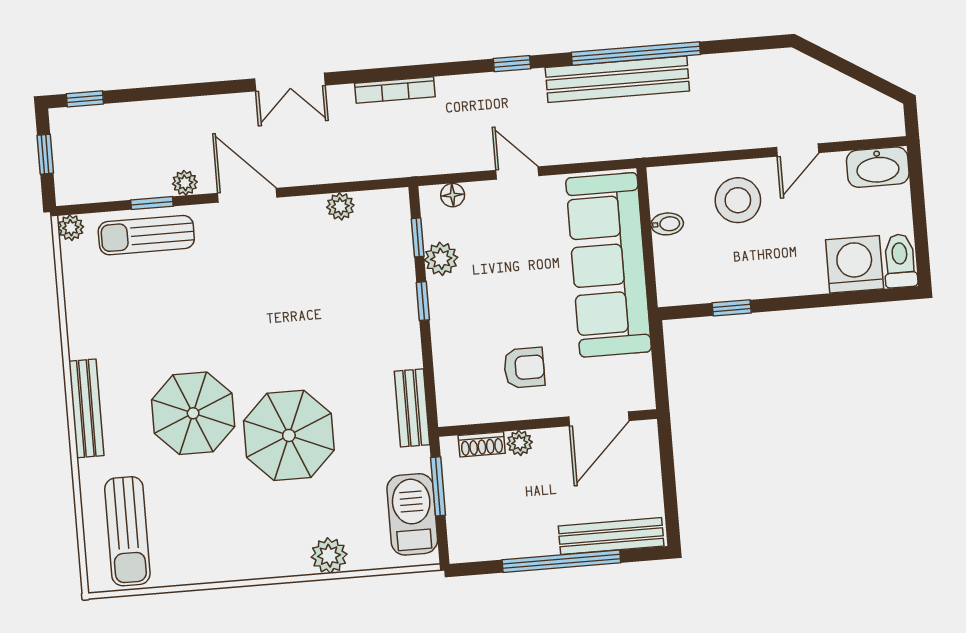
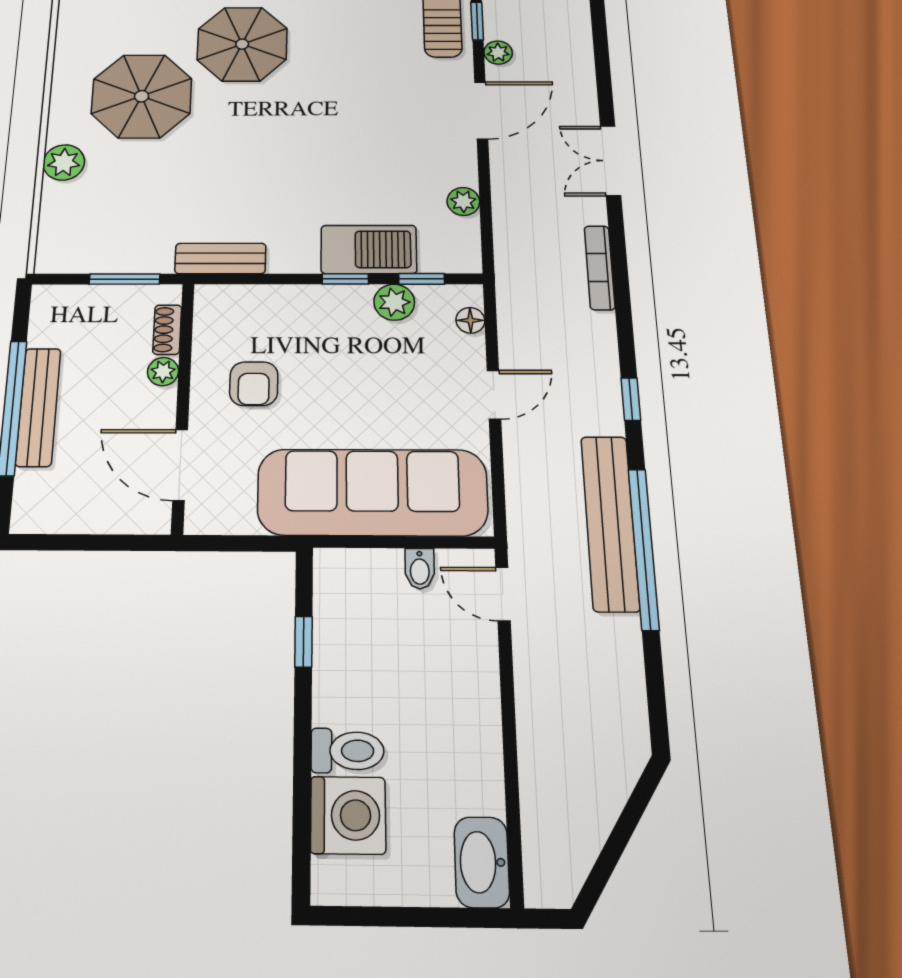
door: (798, 150) -> (503, 594), moved
stool: (738, 200) -> (446, 663), removed
toilet: (900, 261) -> (347, 751), moved
parasol: (289, 435) -> (142, 96), moved
barbecue: (412, 514) -> (369, 249), moved
bench: (611, 536) -> (38, 407), moved

